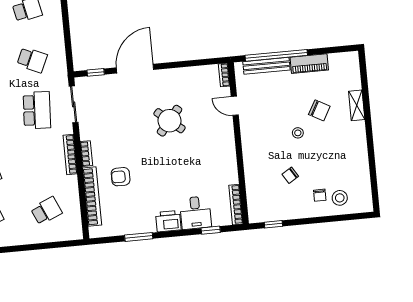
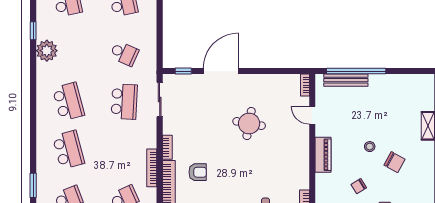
piano: (309, 64) -> (323, 155), moved, turned -90
chair: (319, 110) -> (394, 162), moved
round table: (169, 121) -> (249, 124), turned -30
bookcase: (70, 155) -> (152, 168), moved
armchair: (121, 177) -> (198, 172), turned 180

